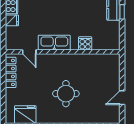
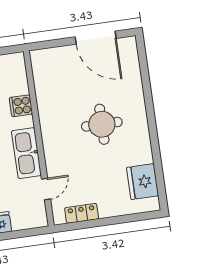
locker: (11, 72) -> (82, 213), width x0.66
door: (122, 98) -> (96, 38), width x1.87

